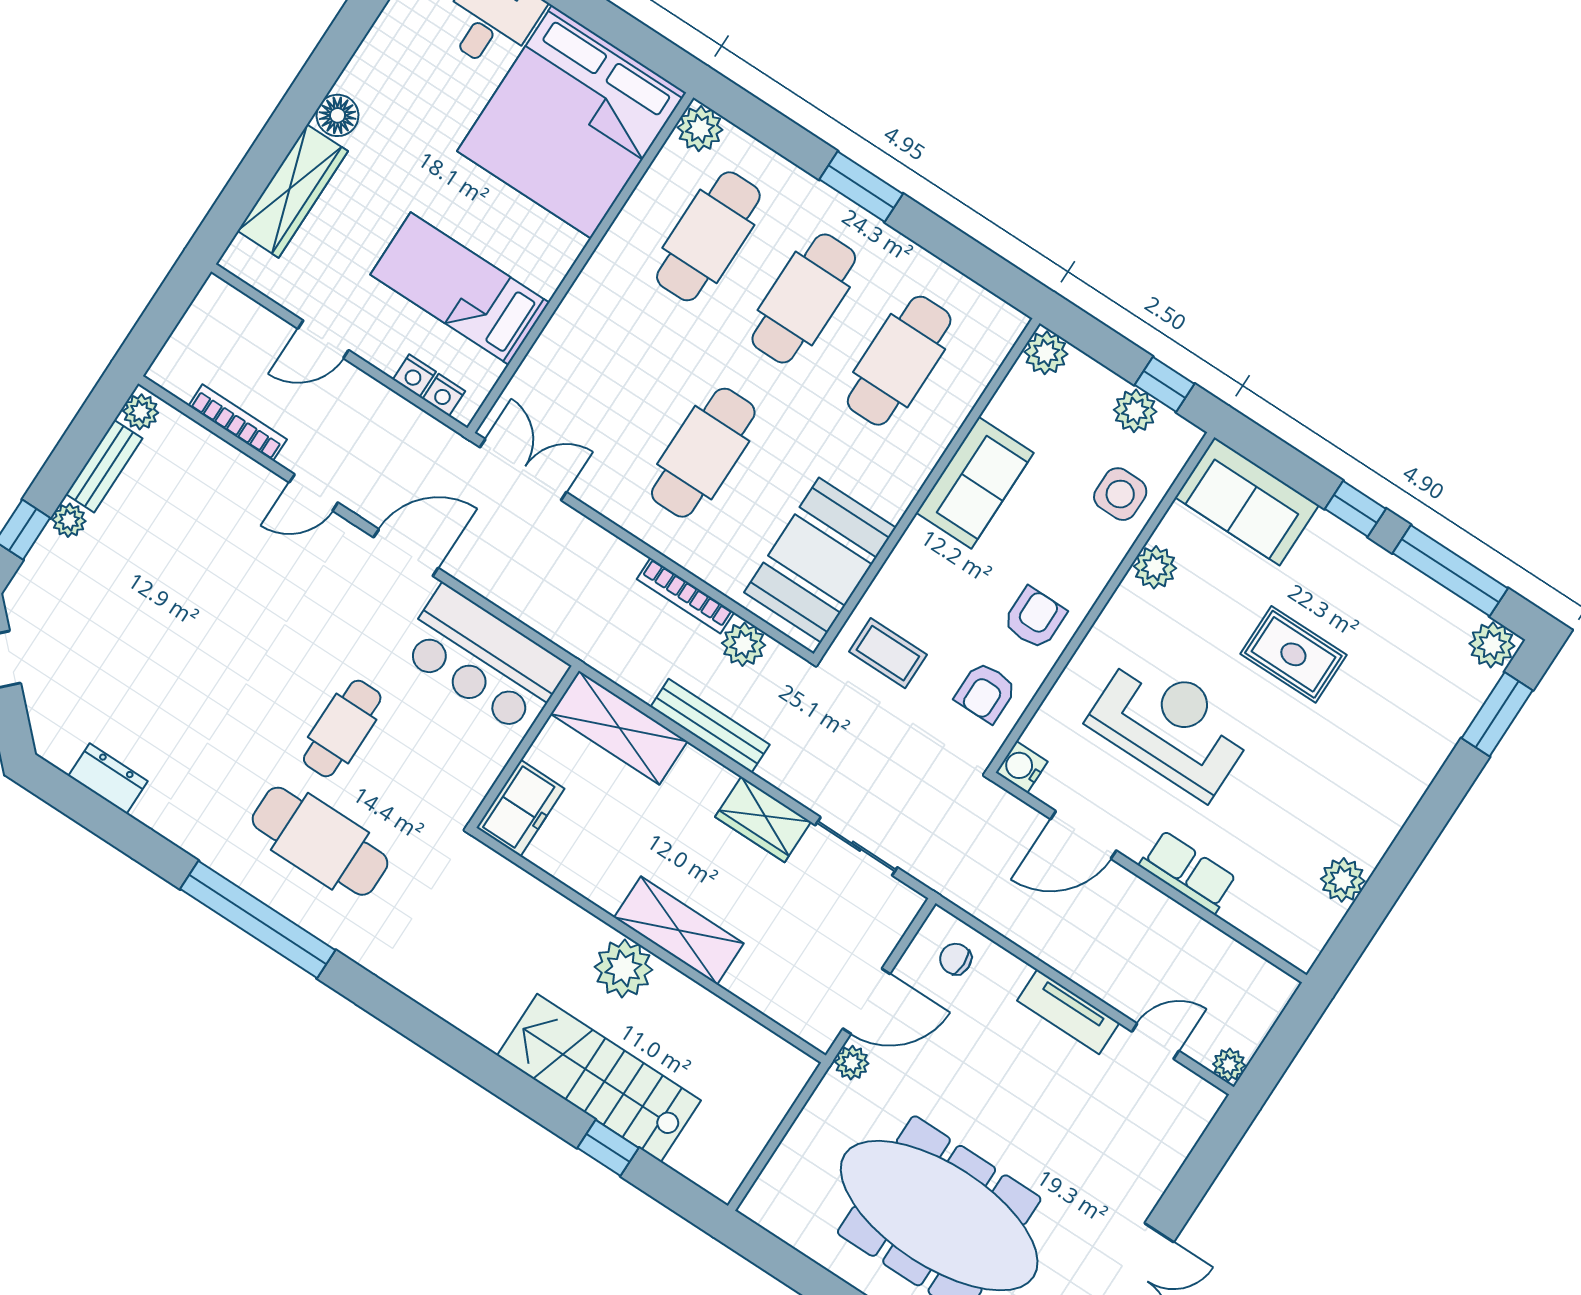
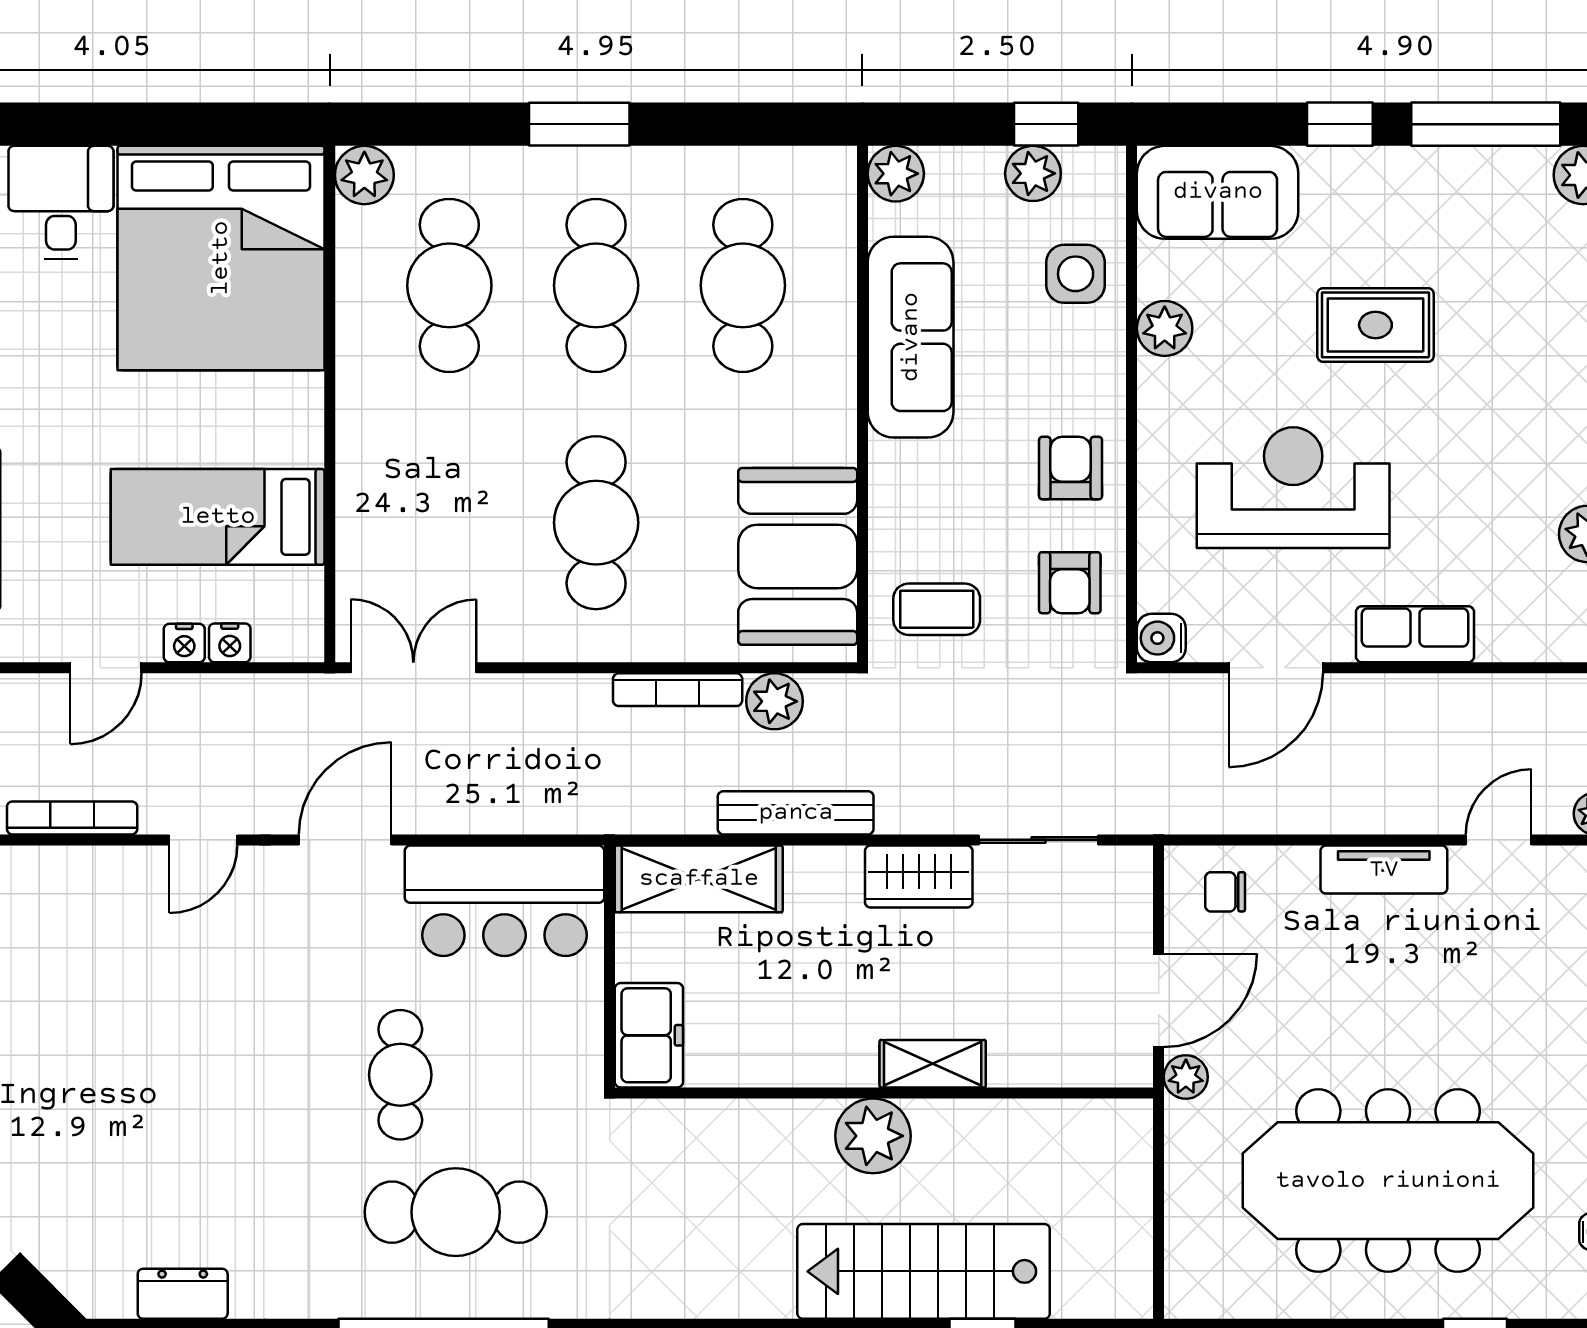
nightstand: (444, 395) -> (184, 643), moved
sofa: (975, 483) -> (911, 337), width x1.36
shelving: (679, 930) -> (933, 1064), width x0.67, depth x0.75

